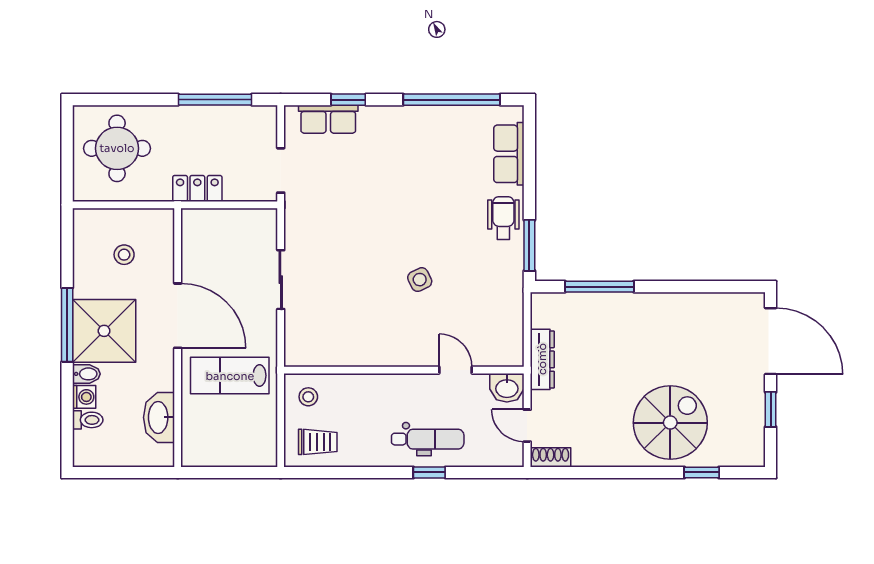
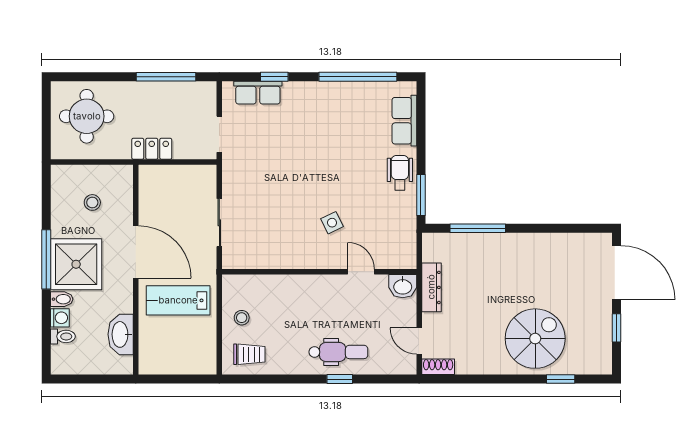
wall: (404, 370) -> (319, 272), moved
door: (456, 370) -> (361, 272), moved
washbasin: (507, 388) -> (403, 286), moved

